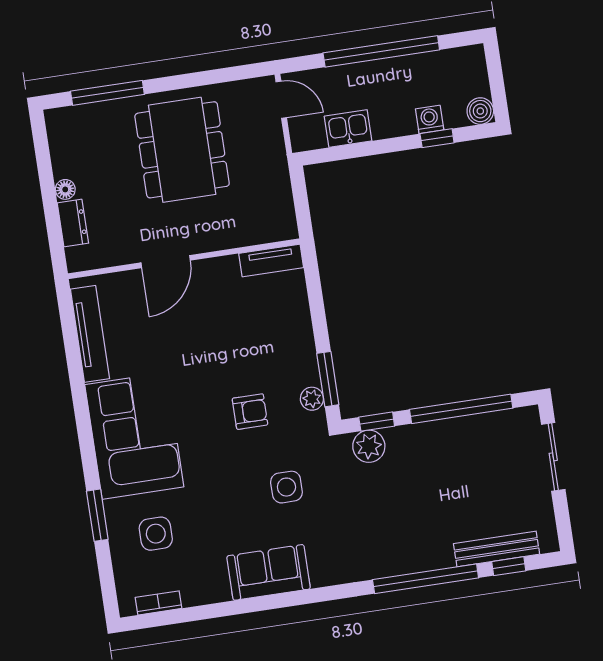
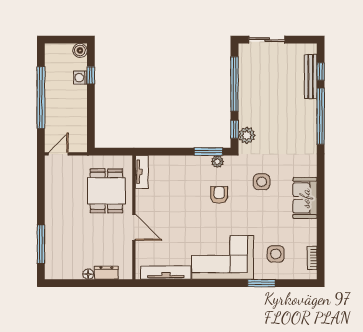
kitchen sink: (348, 128) -> (79, 121), removed
dining table: (182, 150) -> (106, 191), moved, width x0.73

